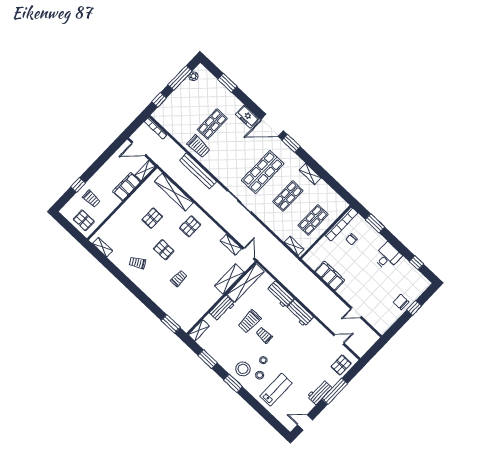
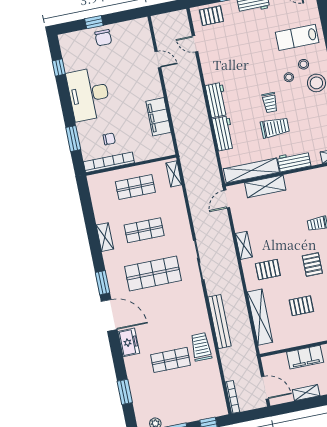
shelving: (145, 171) -> (306, 393), moved
shelving: (231, 245) -> (244, 245), moved
desk: (387, 257) -> (89, 94), width x1.87, depth x1.30

